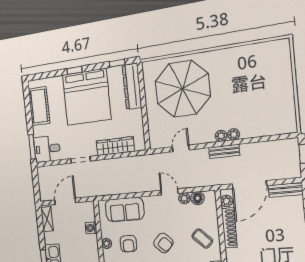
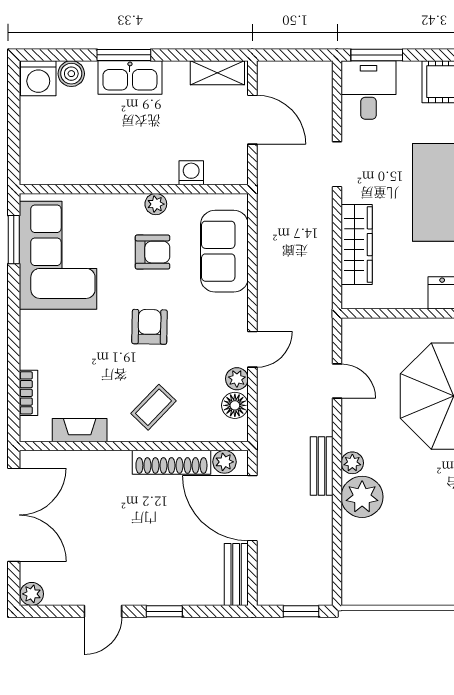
plant: (234, 134) -> (362, 497), width x1.87, depth x1.87
armchair: (163, 243) -> (150, 327), turned 137
armchair: (128, 244) -> (153, 252), turned 180

